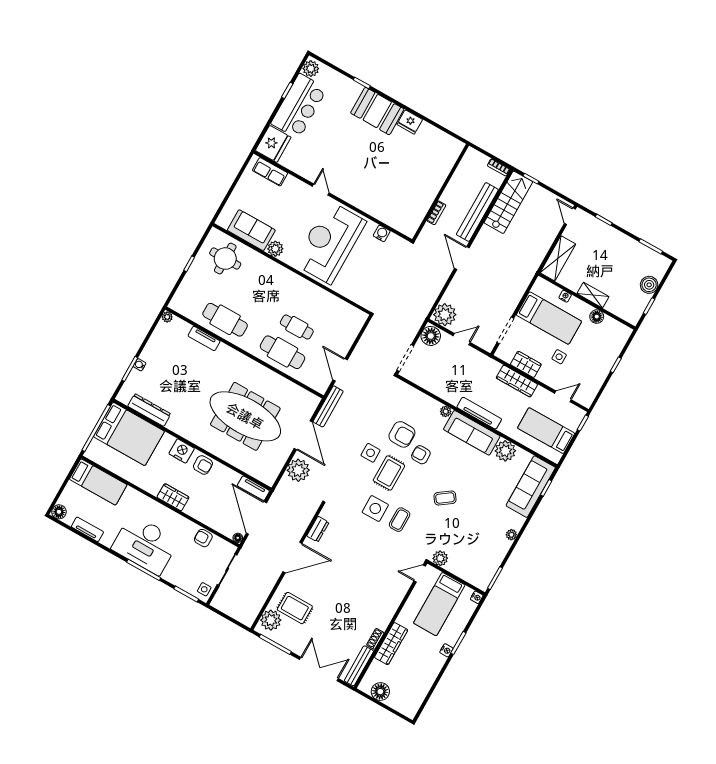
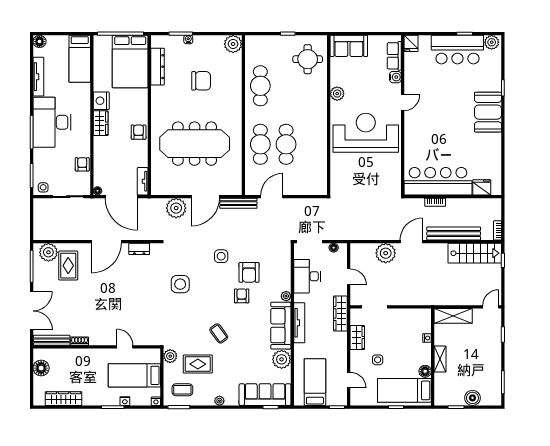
fridge: (410, 122) -> (482, 187), moved, turned 90
fridge: (273, 144) -> (411, 43), width x0.53, depth x0.75
bar counter: (417, 198) -> (438, 181), added
sofa: (251, 230) -> (349, 46), moved, turned 90
water cooler: (382, 233) -> (395, 77), moved
plant: (445, 315) -> (386, 253), moved
plant: (167, 317) -> (233, 44), width x1.88, depth x1.88
bed: (549, 318) -> (404, 390), moved, turned 90
cafe table: (297, 327) -> (286, 144), width x1.37, depth x1.35
floor lamp: (431, 336) -> (334, 248), width x0.53, depth x0.53
tv unit: (204, 338) -> (237, 78), removed
chair: (187, 375) -> (201, 81), added
desk: (438, 380) -> (307, 276), added
wardrobe: (517, 381) -> (340, 313), moved
meeting table: (245, 416) -> (195, 144), turned 90
nightstand: (182, 451) -> (101, 101), moved, turned 180
armchair: (203, 465) -> (139, 132), turned 180
rug: (389, 473) -> (198, 364), moved
door: (256, 518) -> (121, 197), swing flipped
coffee table: (400, 520) -> (182, 390), moved
tv unit: (87, 529) -> (38, 77), width x1.41
door: (292, 557) -> (106, 242), hinge flipped
door: (420, 574) -> (125, 347), moved
wardrobe: (391, 644) -> (63, 399), moved, turned 180
nightstand: (446, 650) -> (125, 401), moved

